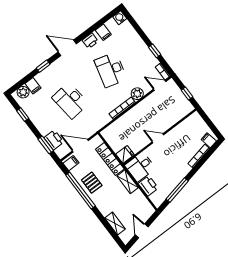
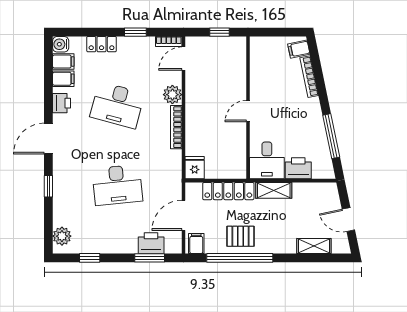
locker: (136, 38) -> (102, 44), added
filing cabinet: (33, 86) -> (63, 61), moved
fridge: (125, 154) -> (195, 168), moved

